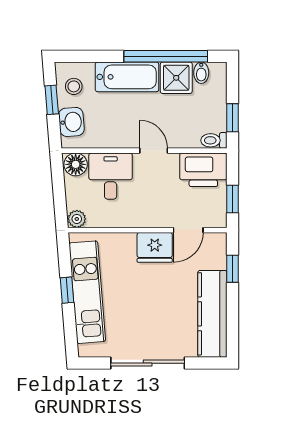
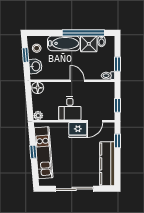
printer: (203, 170) -> (103, 91), removed
desk: (111, 176) -> (70, 108), moved, turned 180

